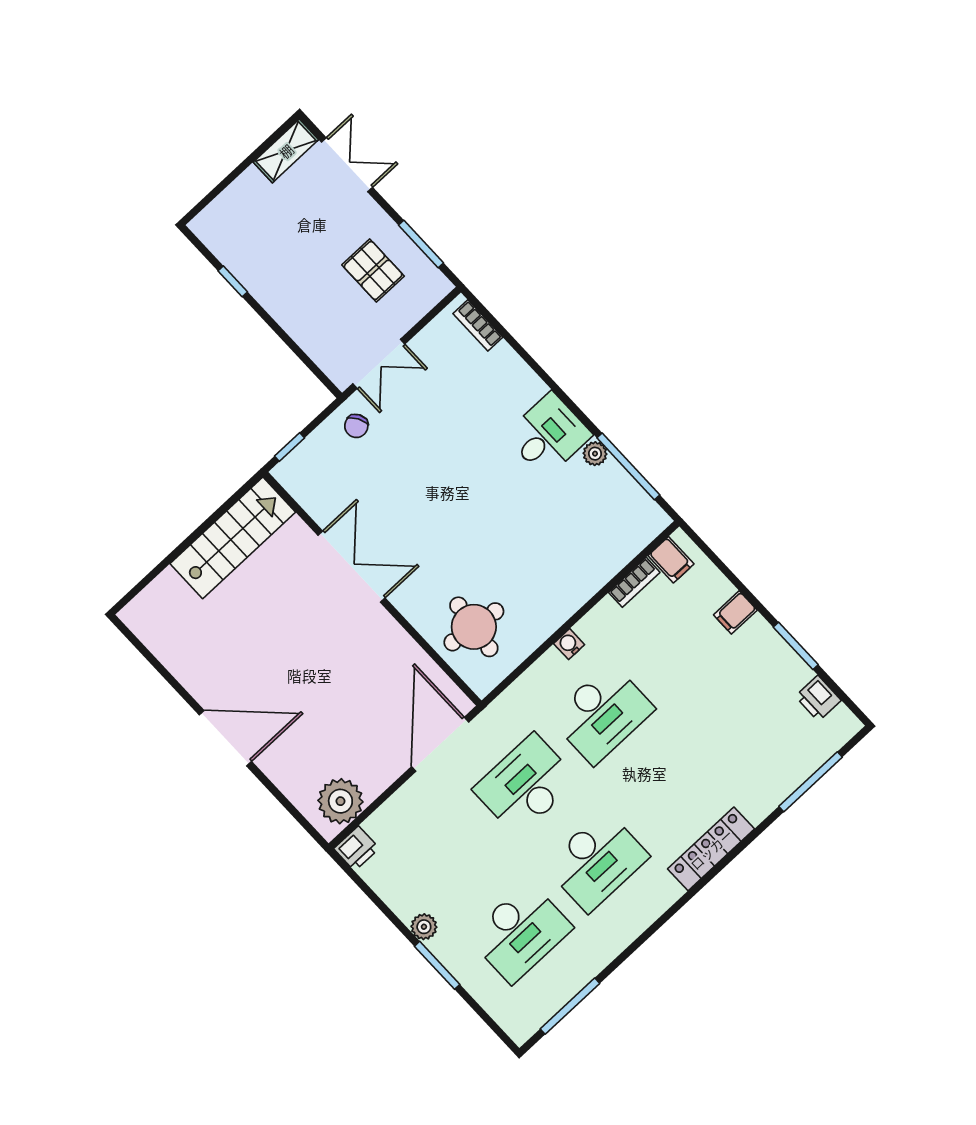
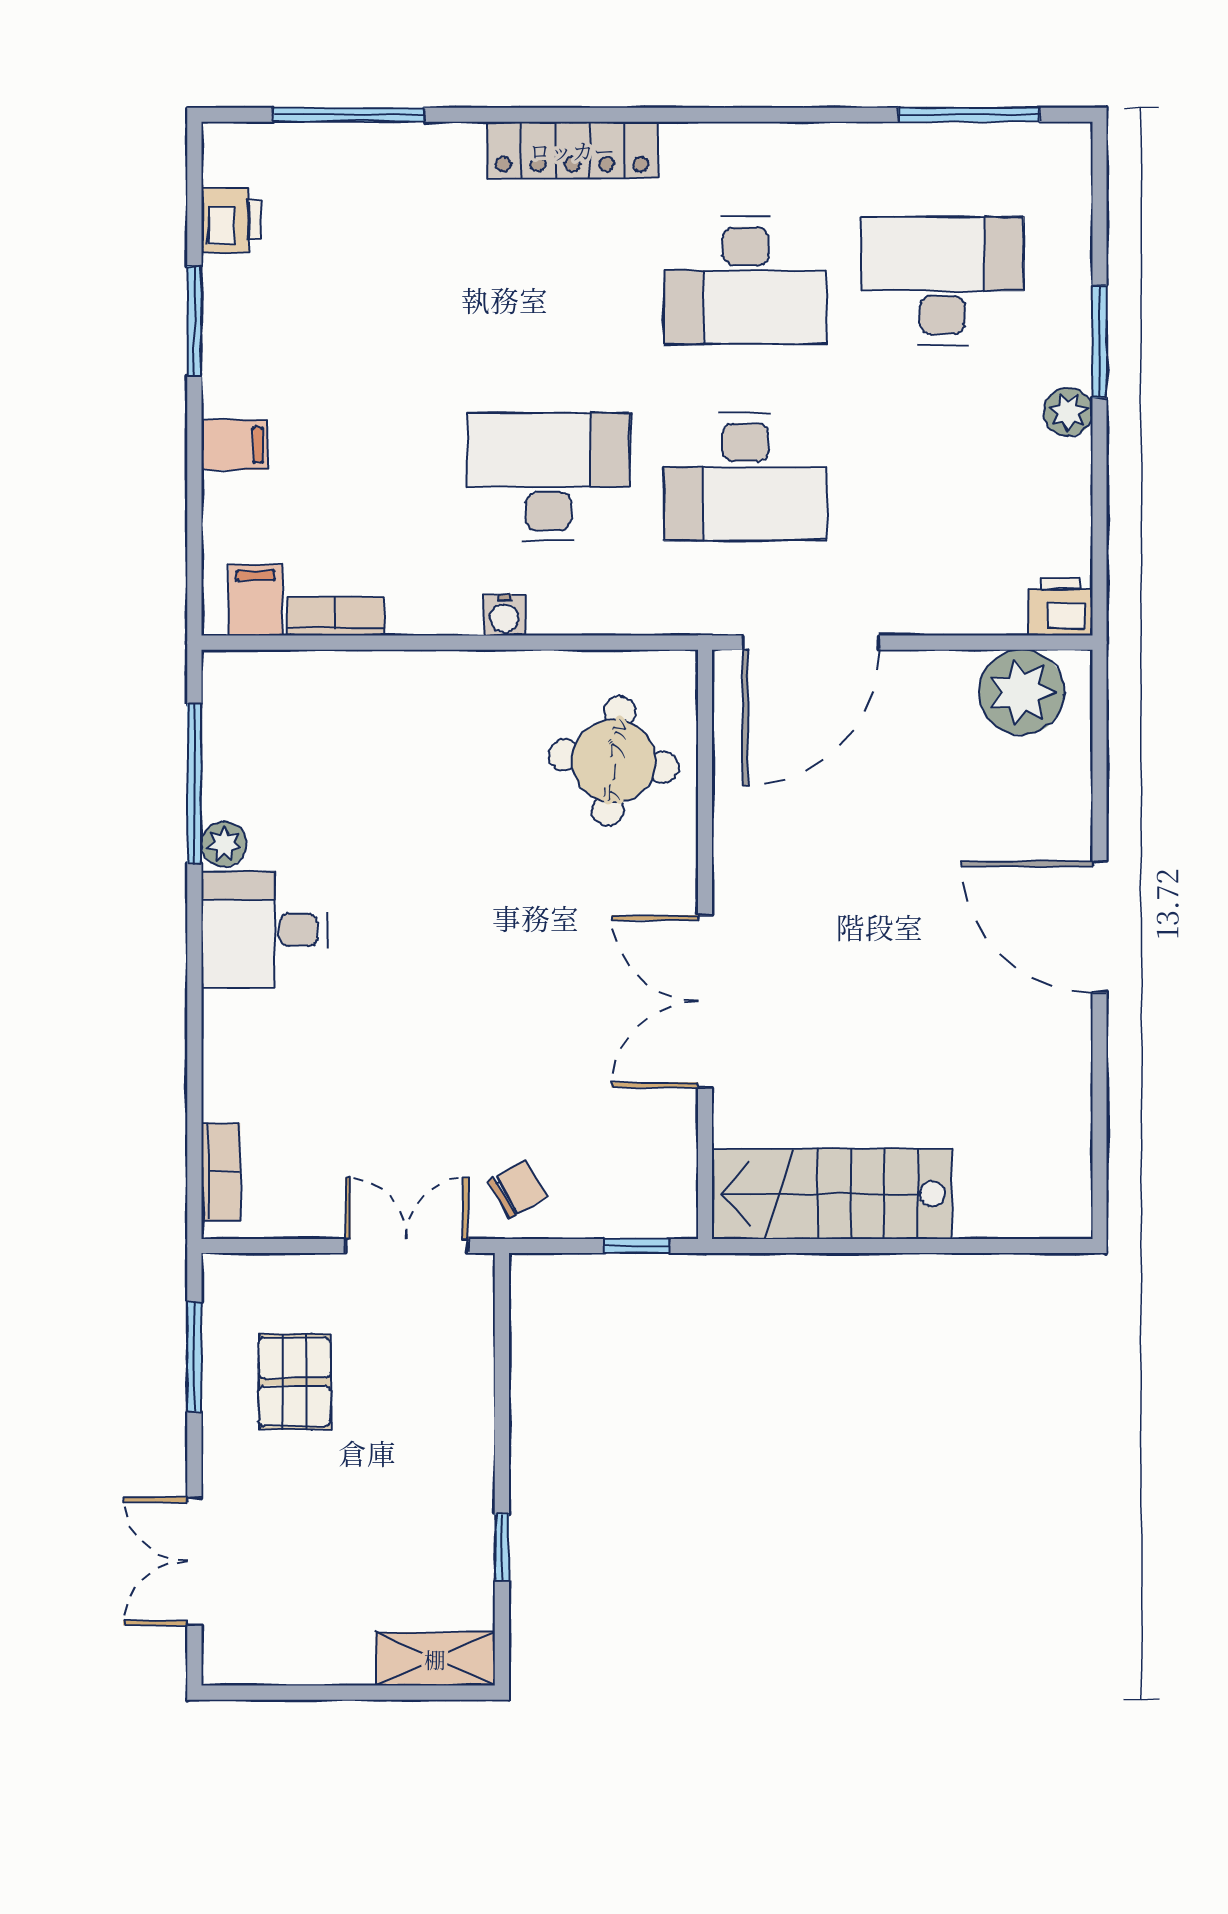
shelving: (286, 151) -> (435, 1659), moved
desk: (597, 861) -> (745, 281), turned 180

